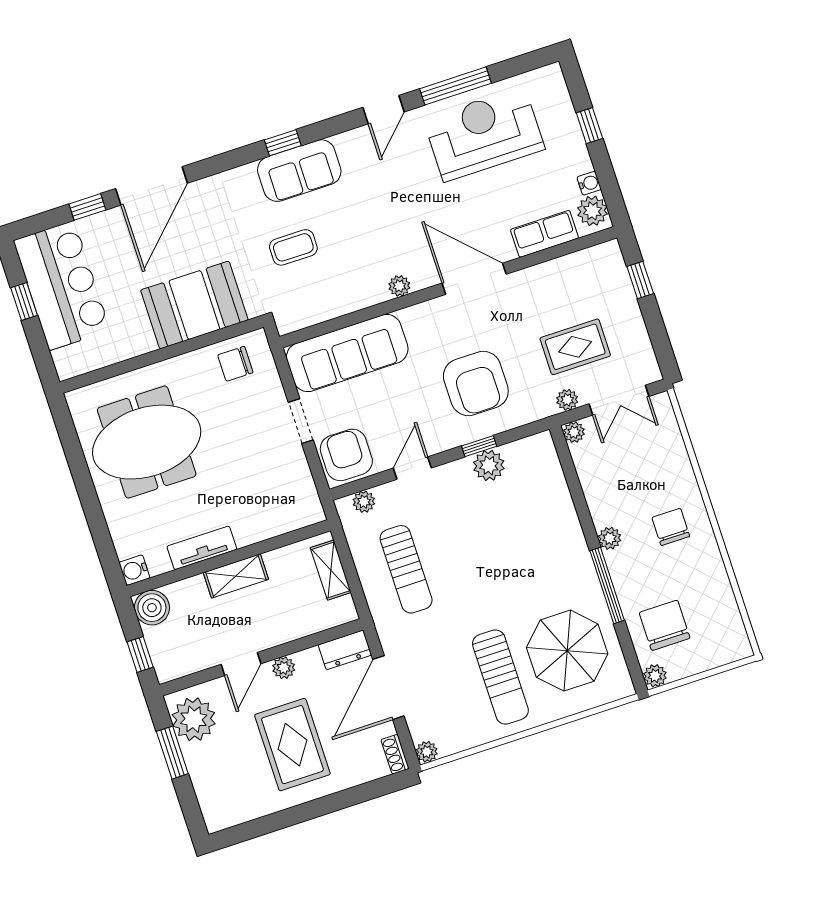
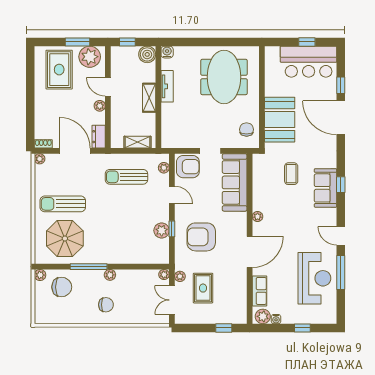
rug: (292, 745) -> (59, 70), moved, turned 90

